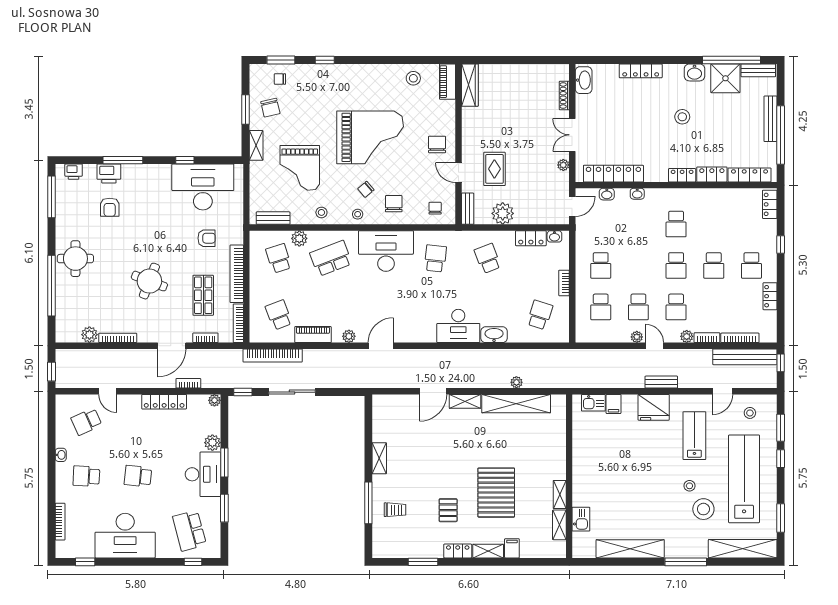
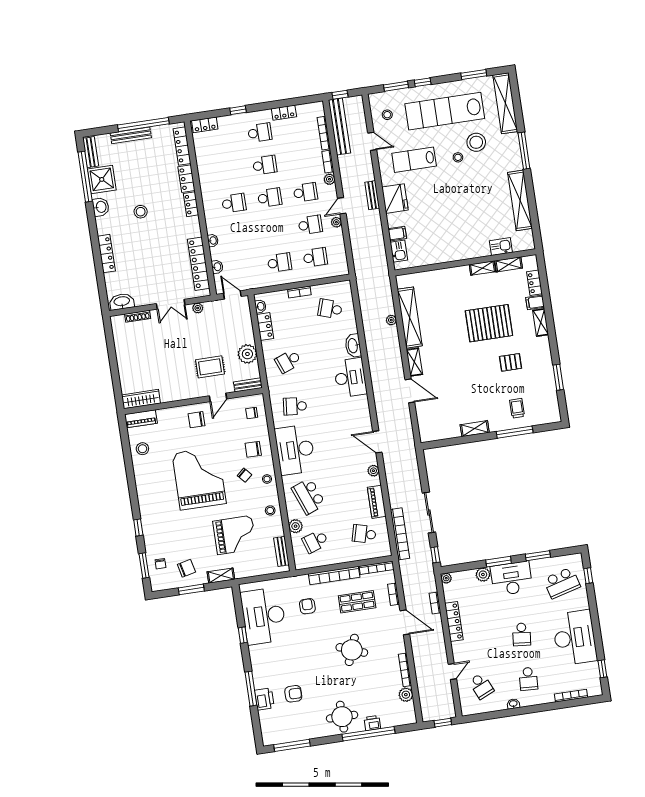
printer: (74, 172) -> (372, 723), moved, turned -90
school desk: (279, 315) -> (364, 534), turned 36
locker: (458, 551) -> (534, 283), moved

